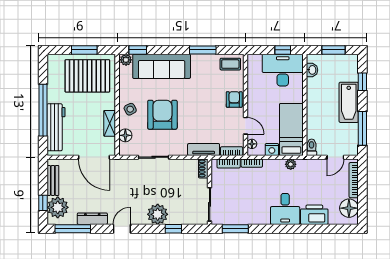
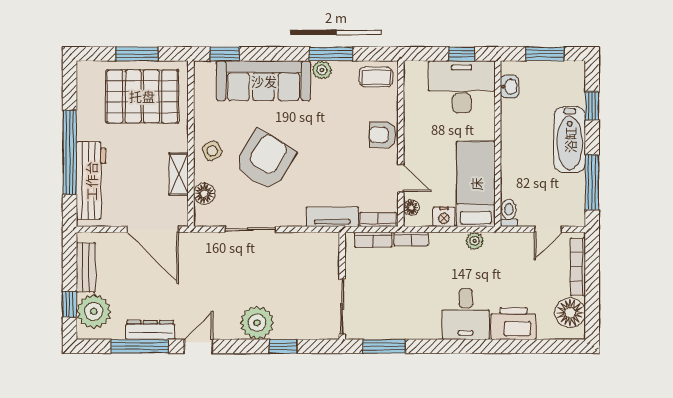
plant: (126, 60) -> (322, 70), moved
armchair: (234, 99) -> (382, 135), turned -90
armchair: (162, 115) -> (265, 160), turned 31
shoe rack: (203, 168) -> (332, 248), removed
window: (73, 229) -> (140, 346), moved

